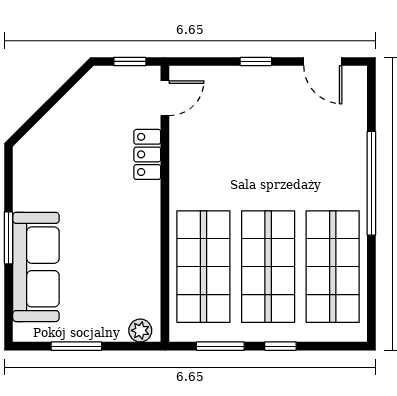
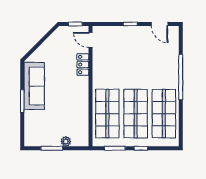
door: (165, 98) -> (91, 40), swing flipped
sofa: (36, 267) -> (34, 86), moved
plant: (140, 330) -> (66, 141), moved

